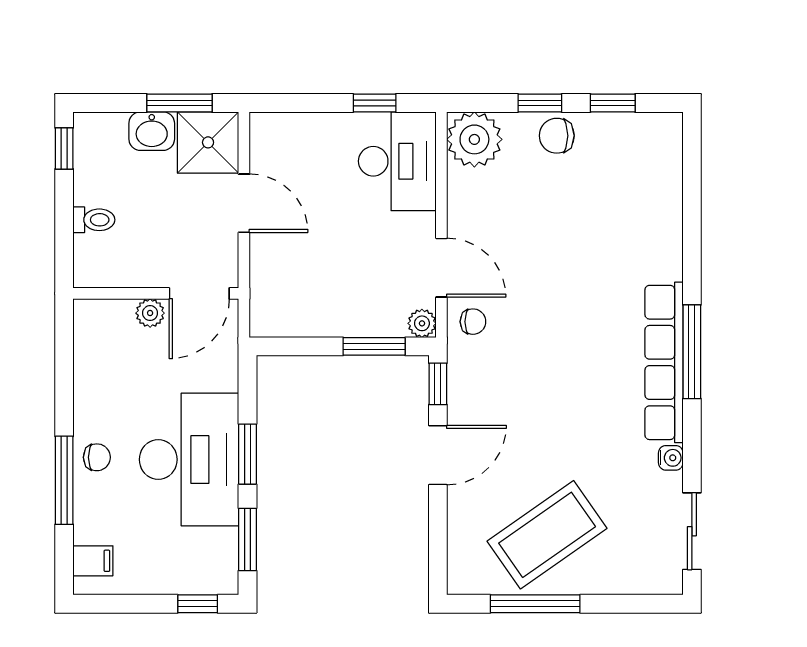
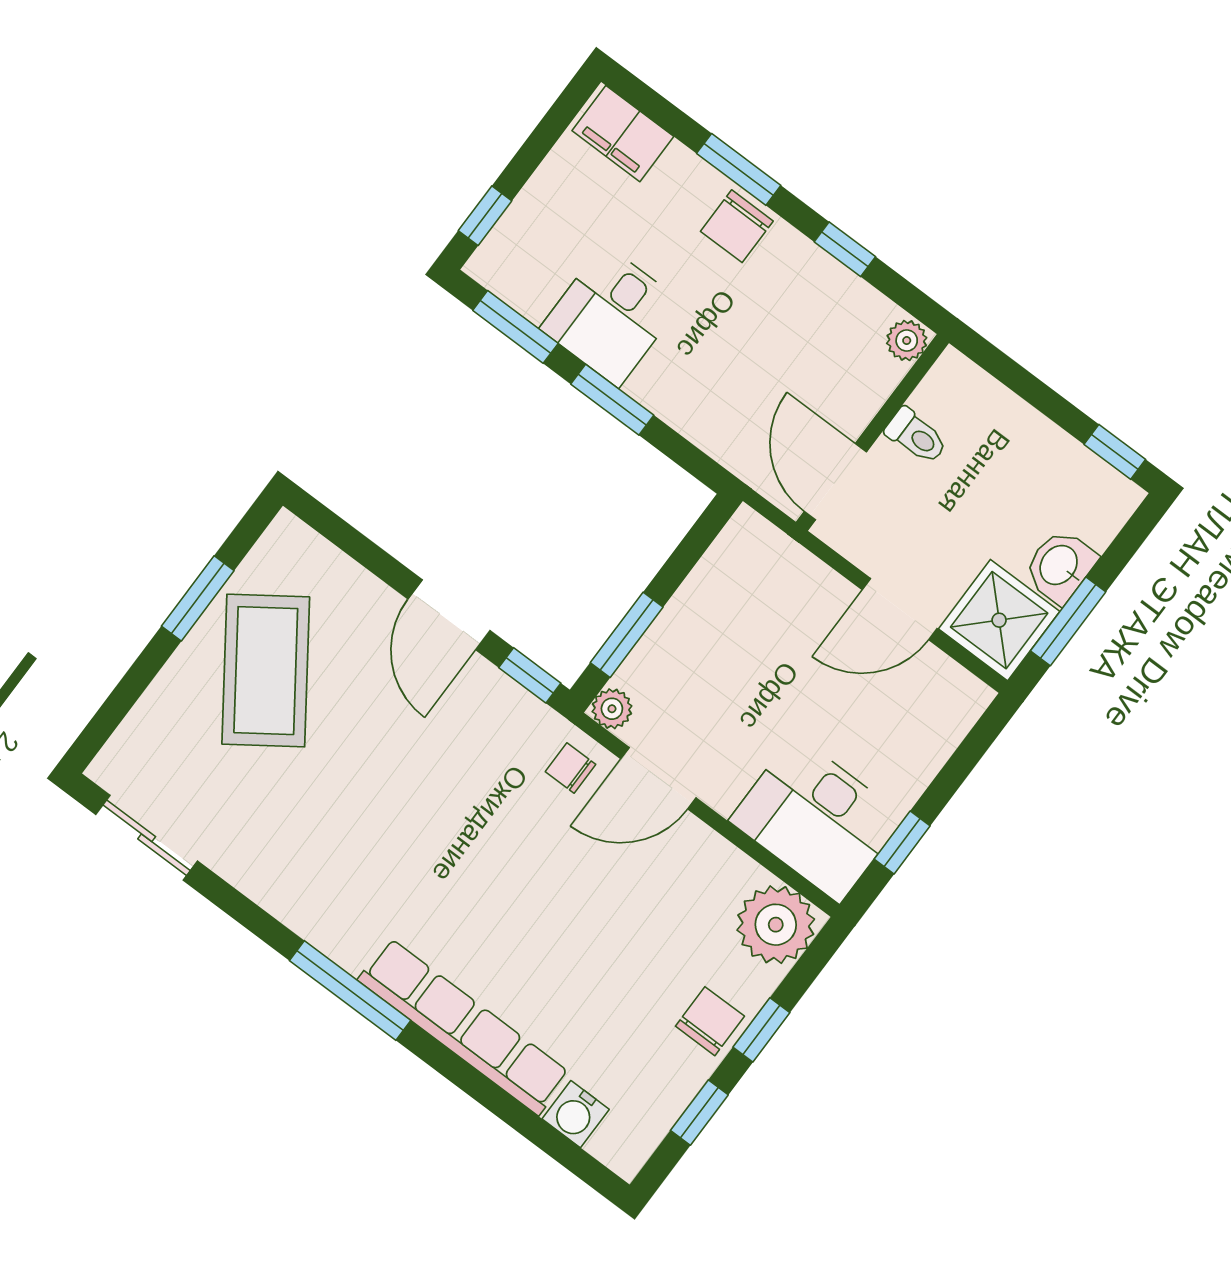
toilet: (94, 220) -> (916, 436), moved, turned -90
plant: (150, 313) -> (907, 341), moved
chair: (473, 322) -> (571, 768), turned 90
row of seats: (664, 362) -> (464, 1027), moved
window: (64, 387) -> (845, 249), added
chair: (97, 457) -> (737, 226), width x1.37, depth x1.37
water cooler: (671, 458) -> (576, 1114), moved, width x1.38, depth x1.38
desk: (189, 460) -> (611, 315), width x0.53, depth x0.77
window: (64, 480) -> (739, 169), width x0.69
filing cabinet: (93, 561) -> (623, 134), width x2.00
window: (535, 604) -> (198, 598), width x0.69

